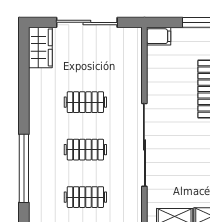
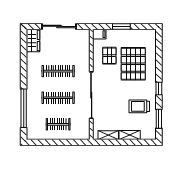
pallet: (177, 75) -> (109, 56), added
clothes rail: (85, 102) -> (58, 71), width x1.36
clothes rail: (85, 150) -> (58, 98), width x1.36

